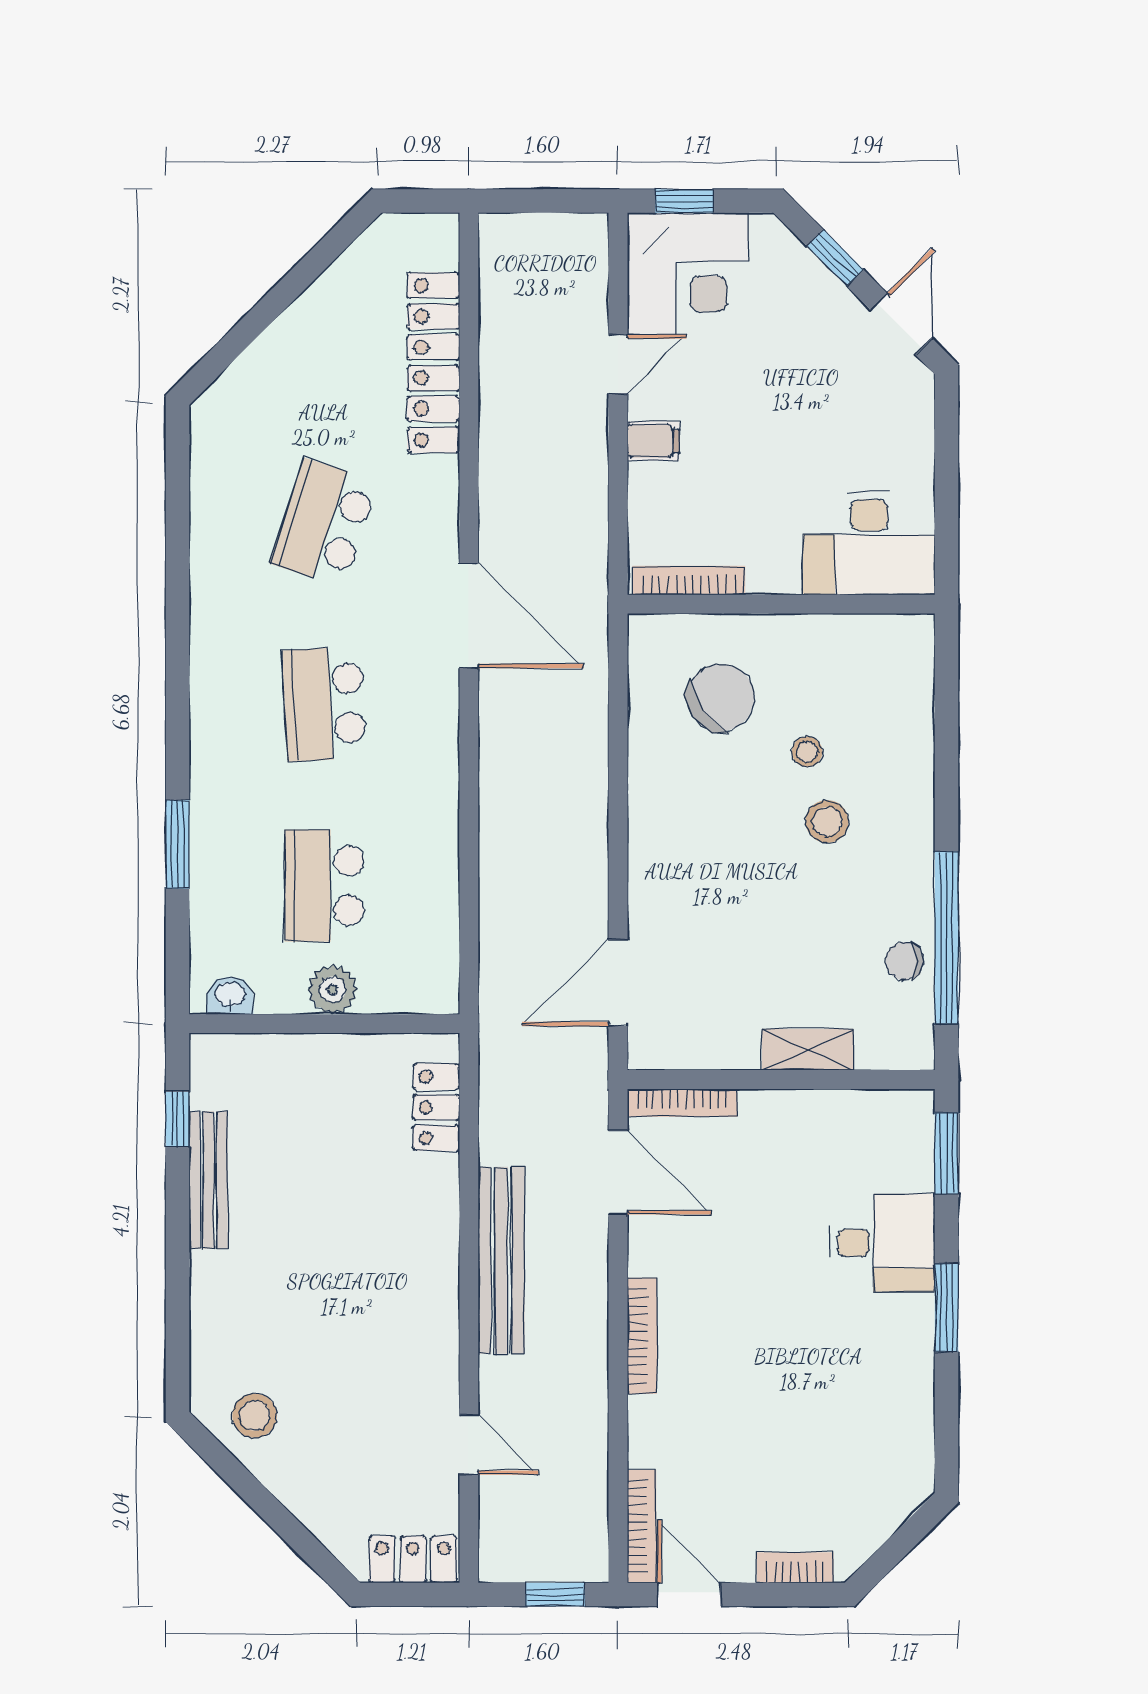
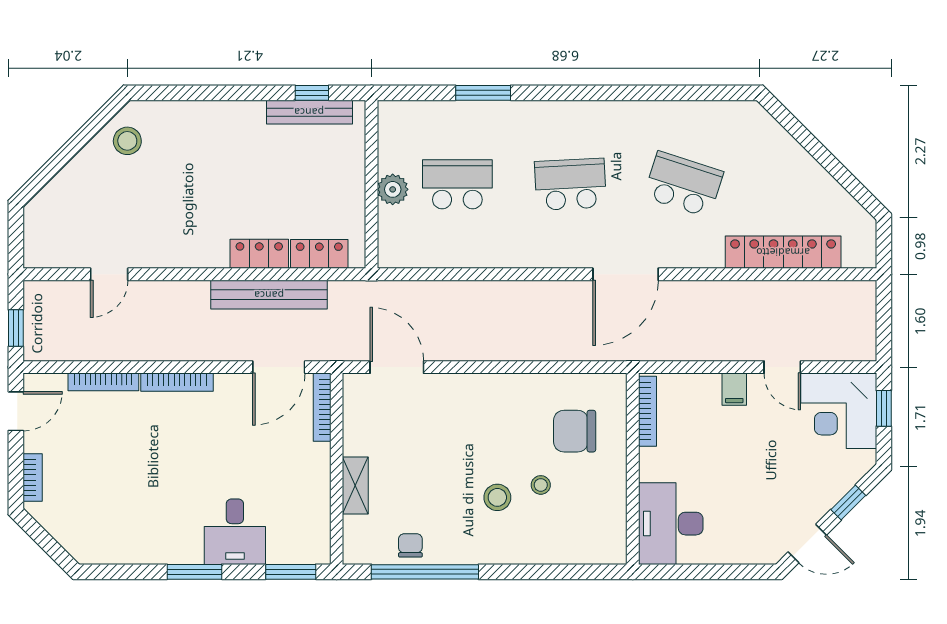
chair: (721, 697) -> (575, 431), turned 126
washbasin: (230, 995) -> (389, 126), removed
bench: (208, 1180) -> (309, 112), moved
bench: (501, 1260) -> (269, 295), moved
bookcase: (642, 1526) -> (103, 382), moved
locker: (413, 1559) -> (259, 254), moved, turned -90

